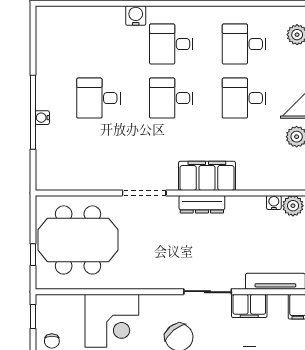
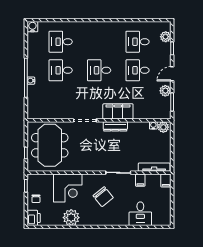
water cooler: (136, 16) -> (32, 27), moved
desk: (171, 44) -> (61, 42), moved
meeting table: (78, 240) -> (50, 145), turned 90
filing cabinet: (249, 306) -> (140, 180), width x0.50

